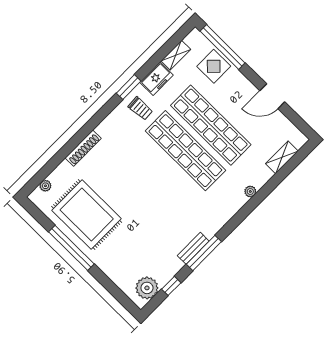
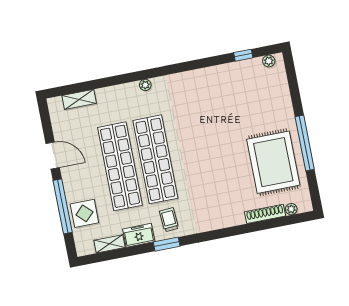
window: (223, 47) -> (63, 206), moved
shoe rack: (83, 148) -> (265, 214), moved
plant: (250, 191) -> (145, 85), moved
bench: (193, 248) -> (204, 74), removed
window: (204, 253) -> (198, 64), removed
plant: (147, 288) -> (269, 61), width x0.53, depth x0.53

